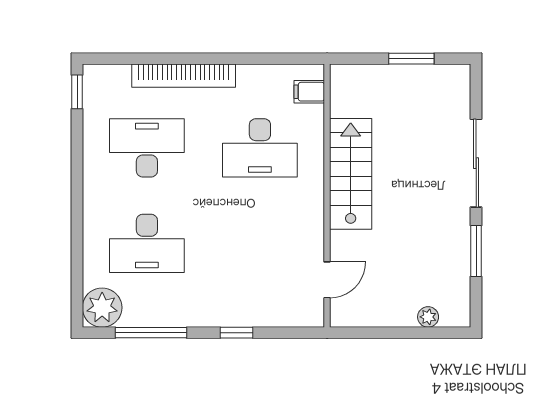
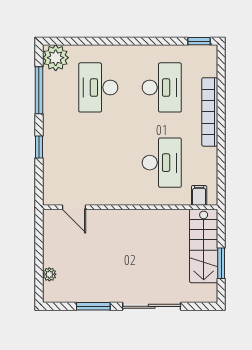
desk: (260, 148) -> (162, 163), turned 180
stairs: (351, 174) -> (204, 246), moved, turned 90

